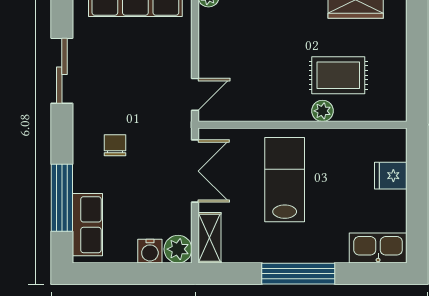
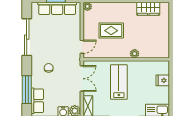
sliding door: (62, 71) -> (27, 37), width x1.37
rug: (338, 75) -> (111, 31), moved

